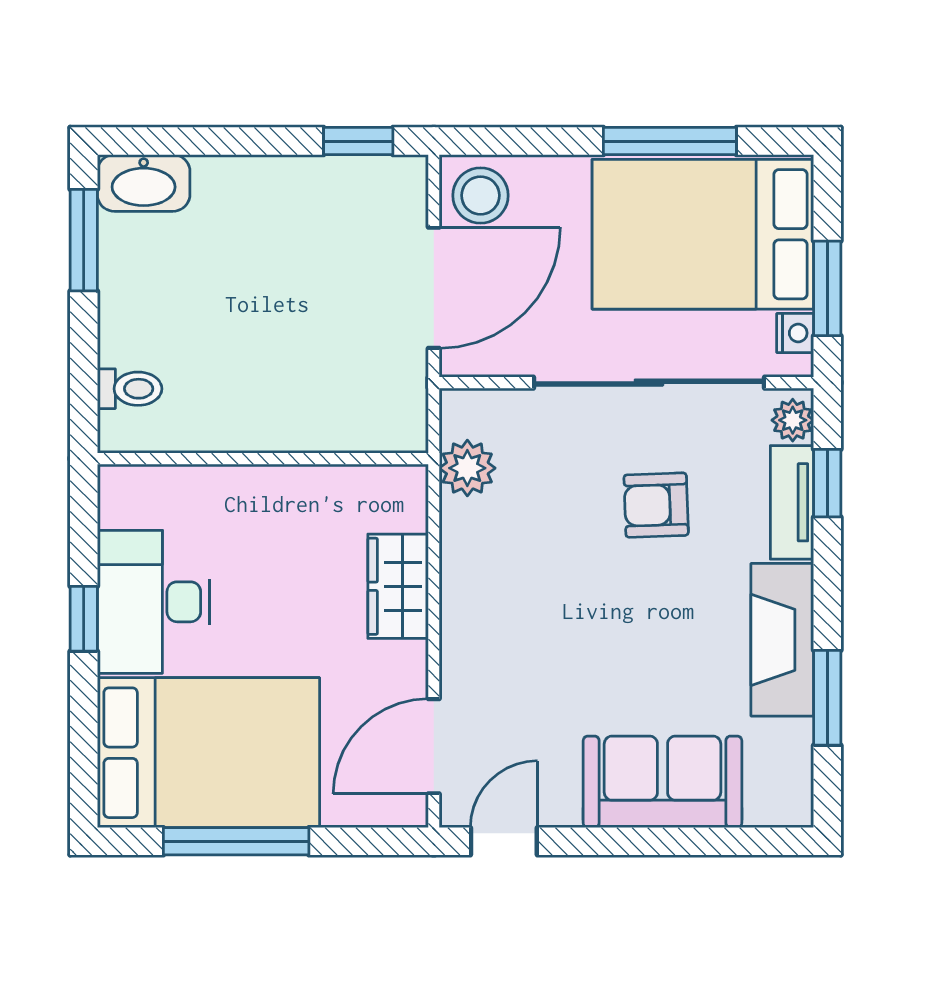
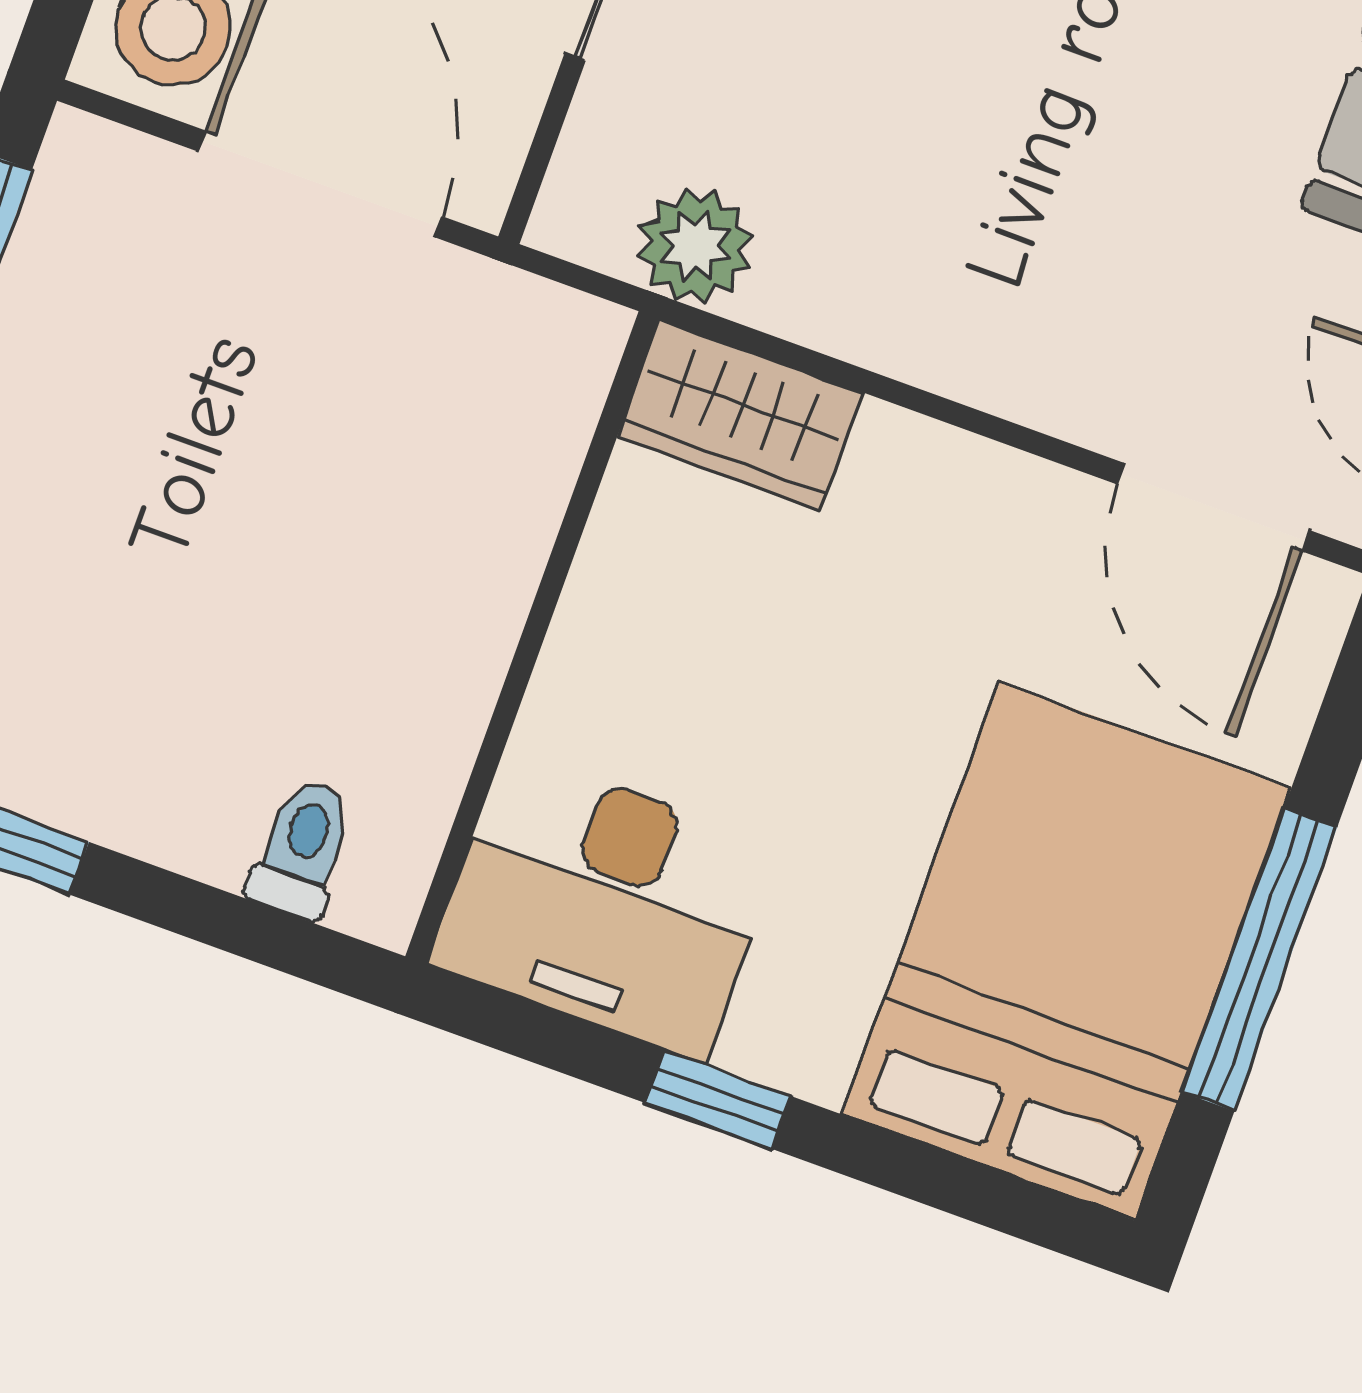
wardrobe: (398, 586) -> (740, 415), moved
desk: (153, 602) -> (605, 905), moved

